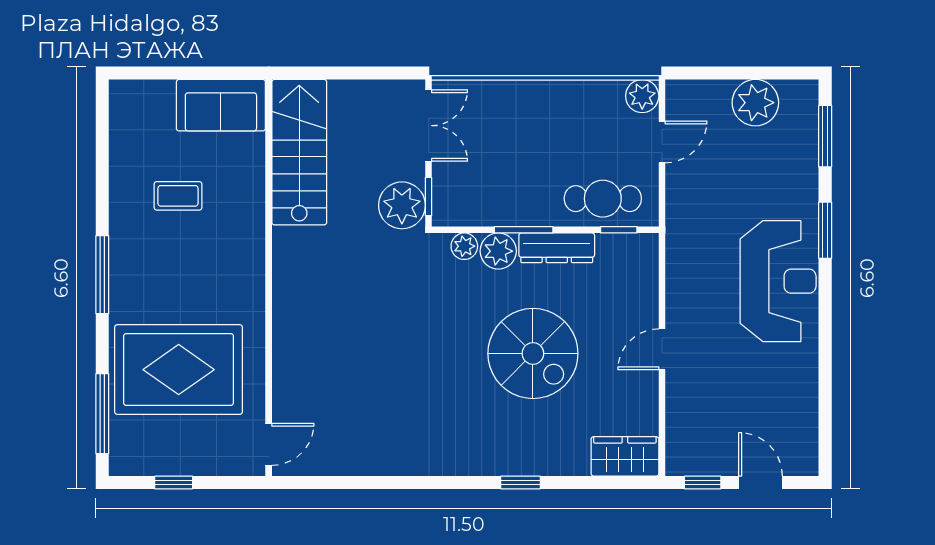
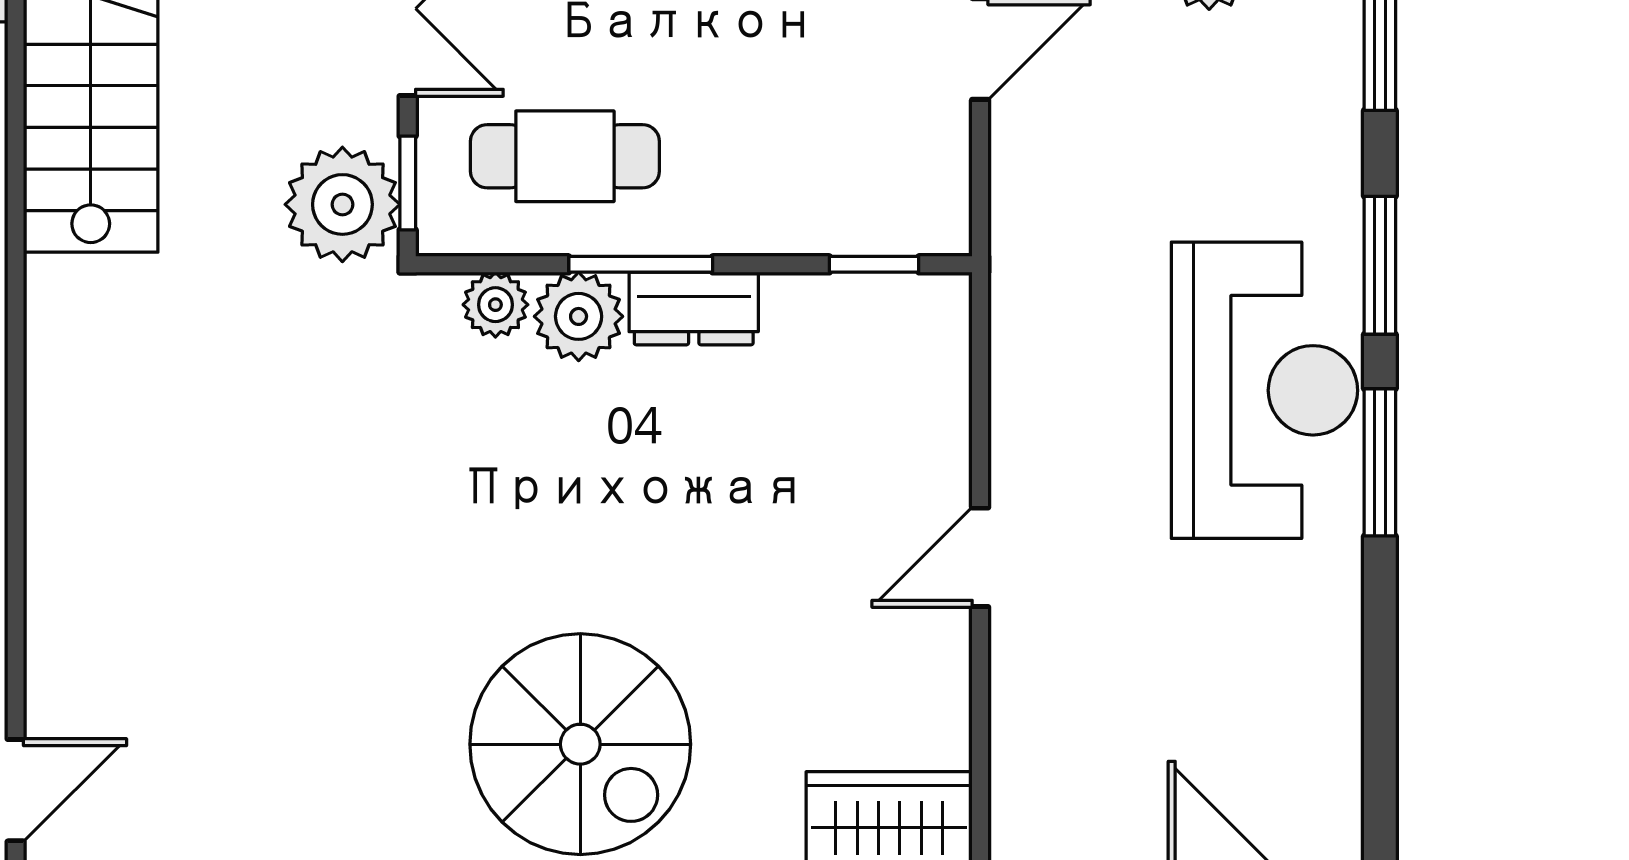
cafe table: (603, 199) -> (565, 156), moved
dresser: (557, 248) -> (694, 308), width x0.70
window: (825, 311) -> (1380, 462), added
spiral stairs: (533, 353) -> (580, 744), moved

